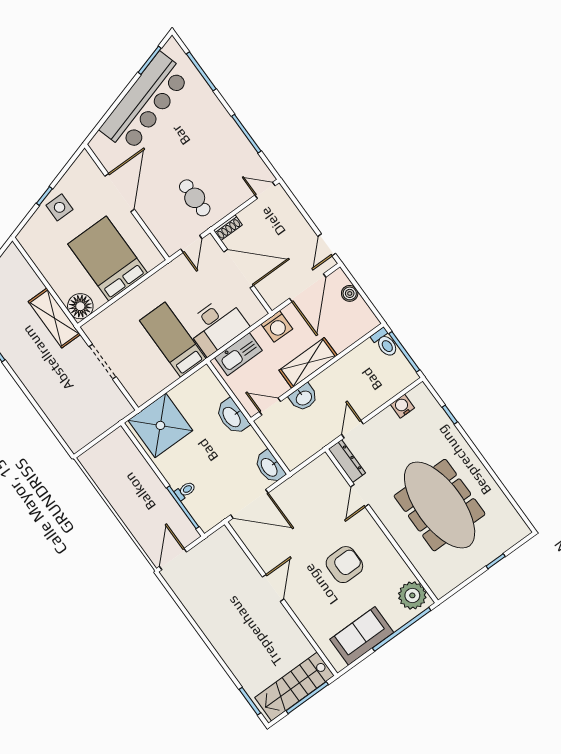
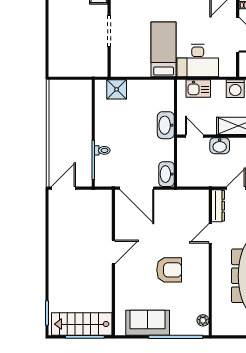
kitchen sink: (238, 354) -> (198, 89), width x0.73
shower: (160, 425) -> (117, 89), width x0.54, depth x0.54
plant: (412, 595) -> (203, 320), width x0.53, depth x0.53

